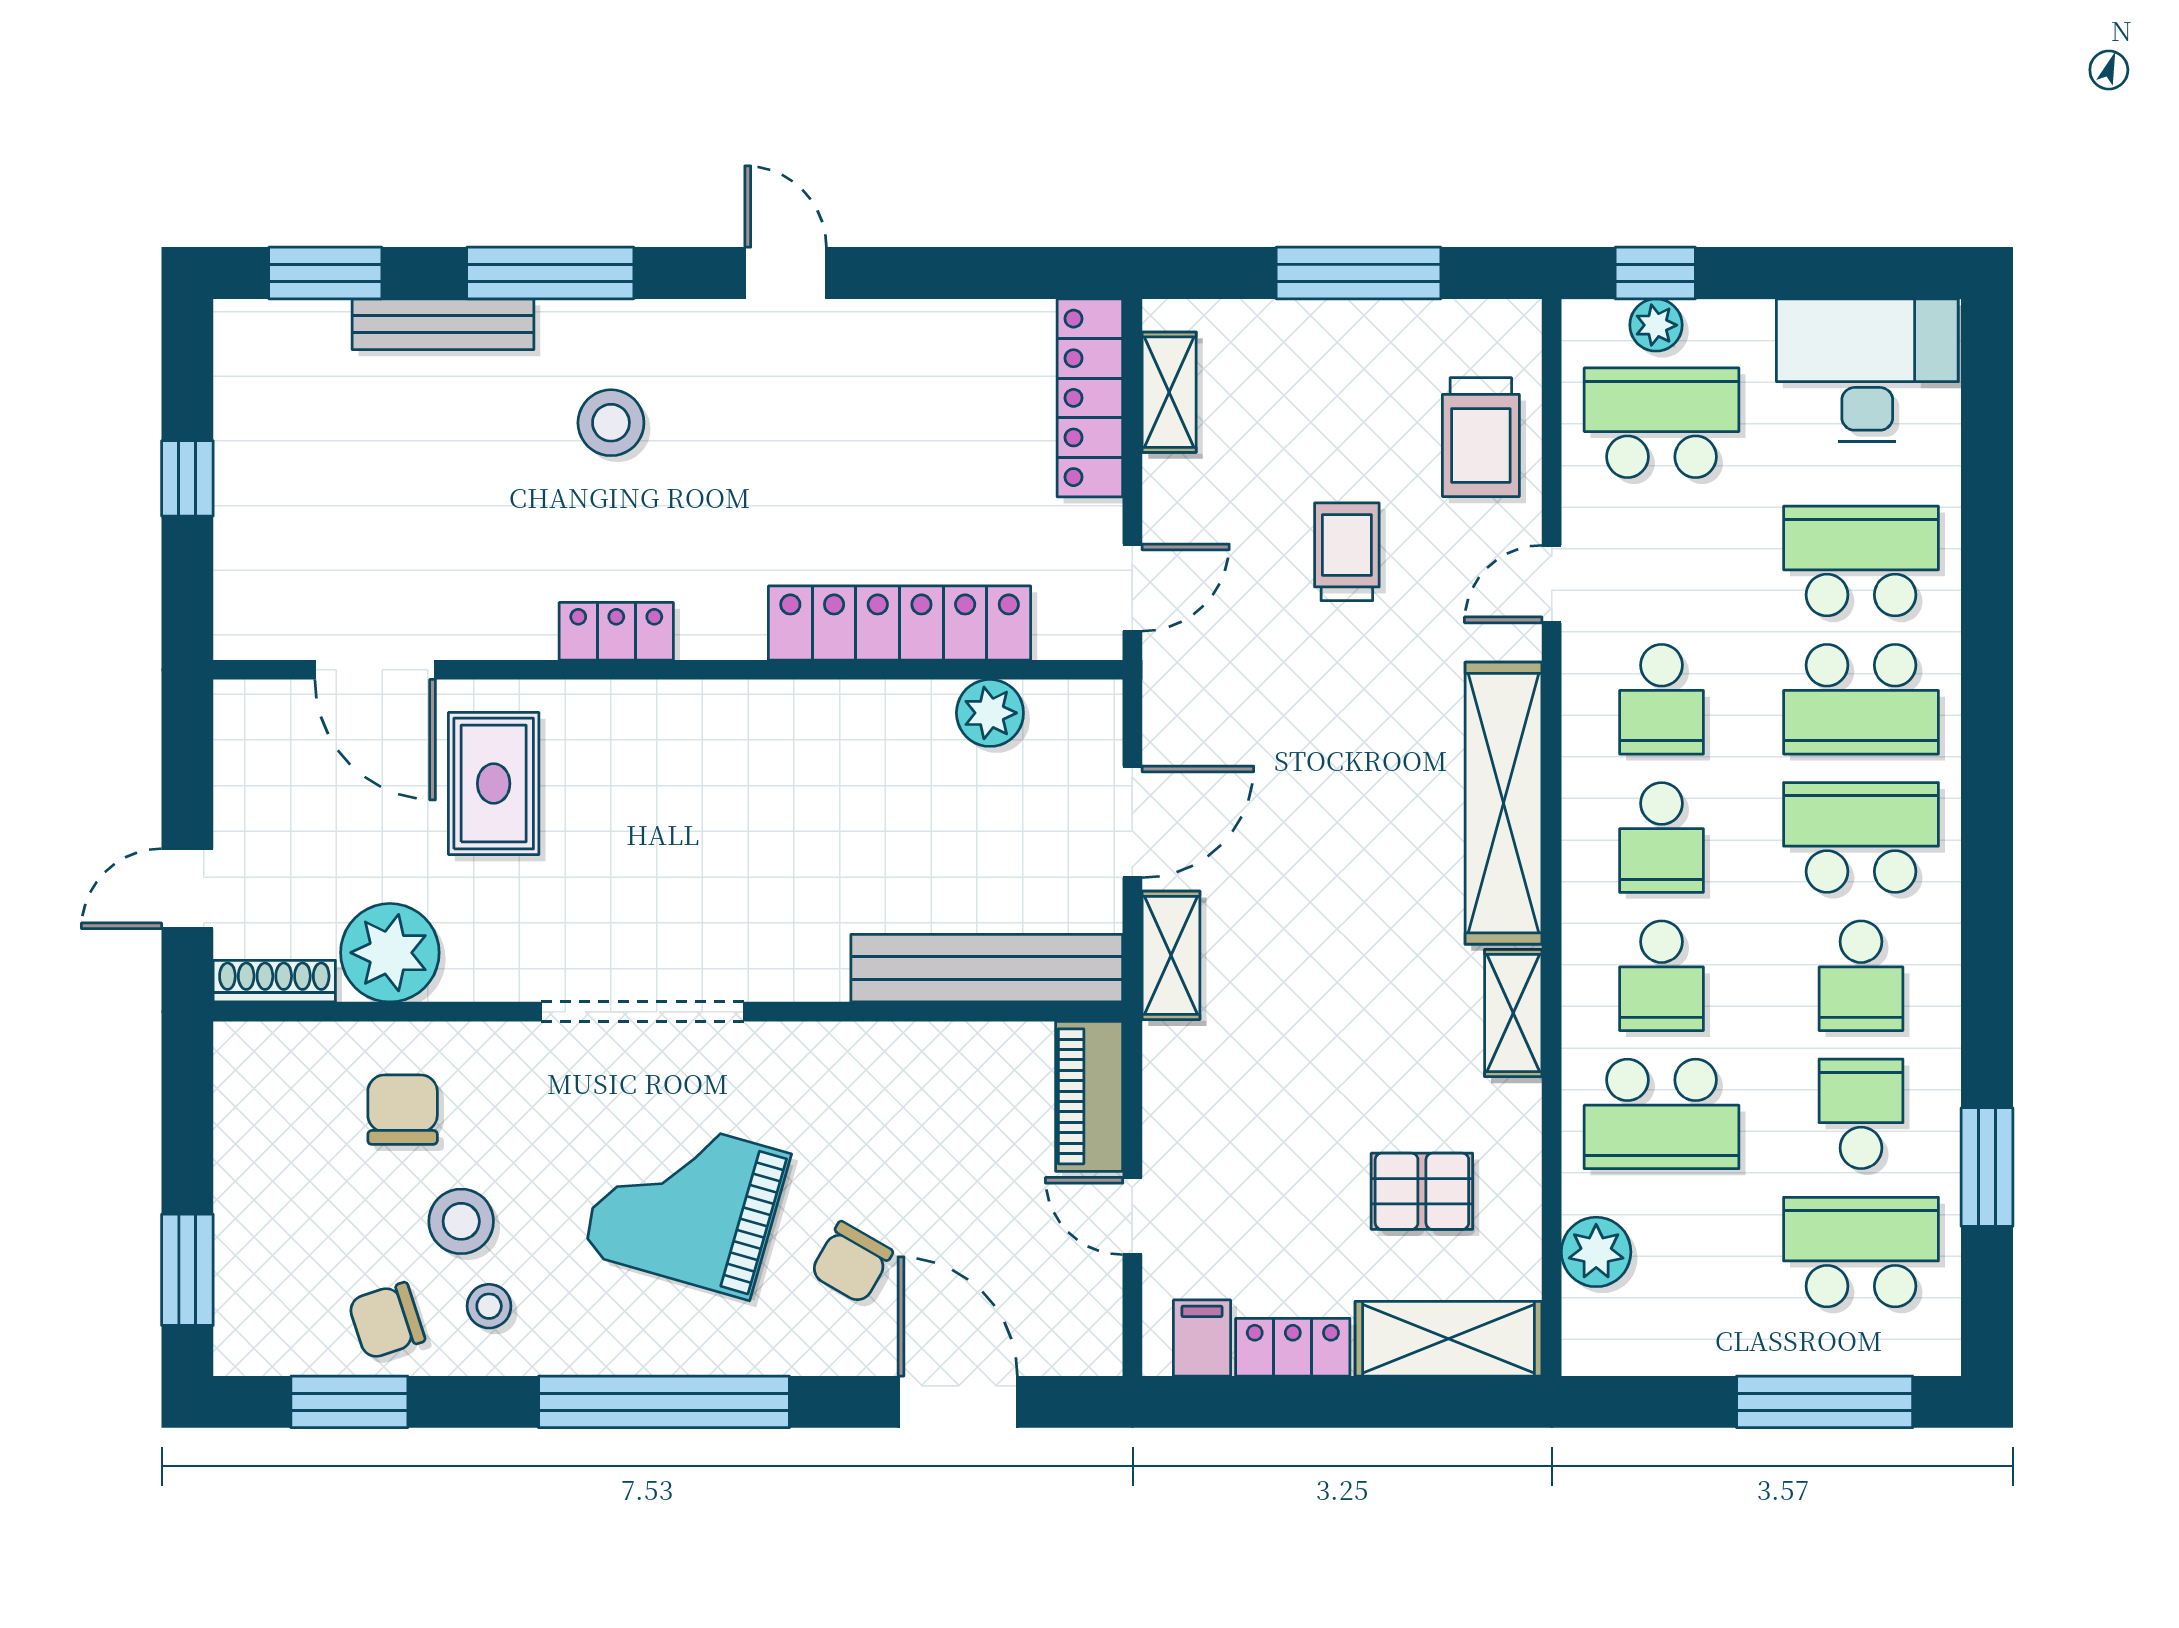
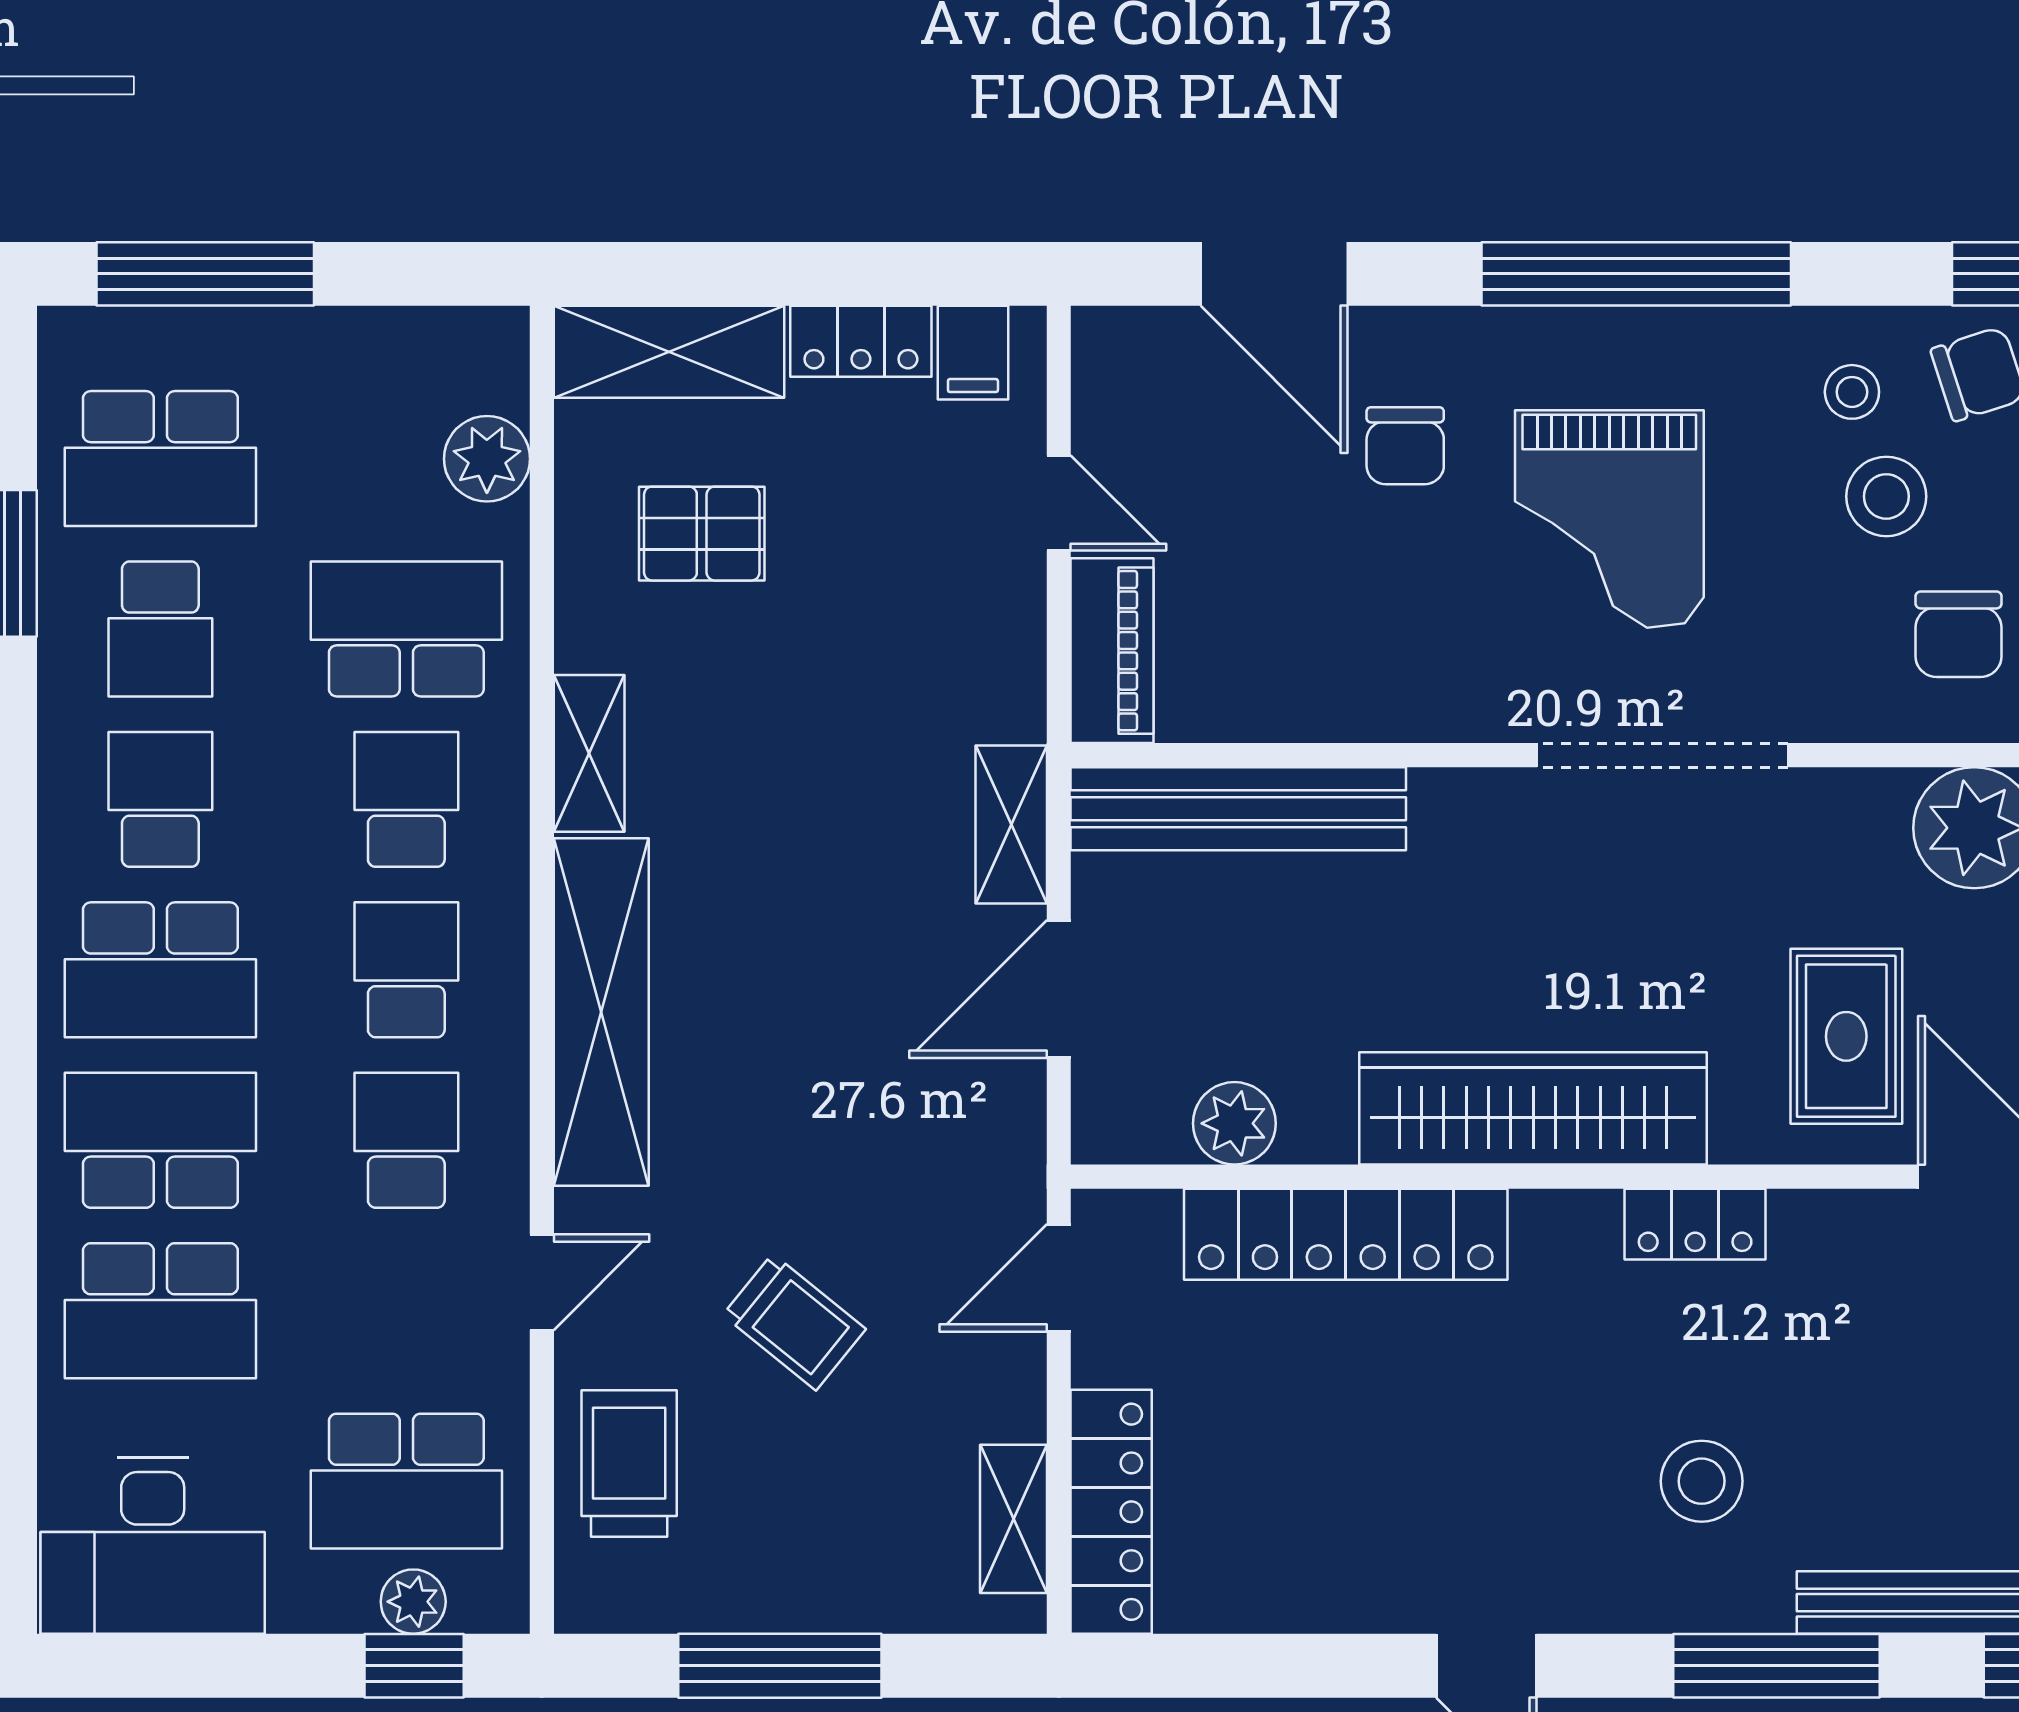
trolley: (1347, 552) -> (794, 1322), turned -51
wardrobe: (748, 725) -> (1533, 1108), added
grand piano: (686, 1203) -> (1609, 519), turned 74
chair: (851, 1263) -> (1405, 446), turned 150

